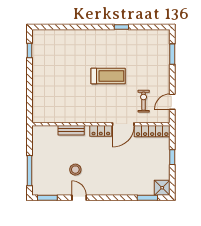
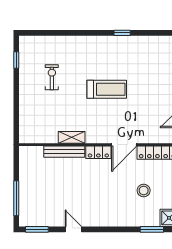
exercise bike: (144, 101) -> (52, 77), moved
shelving: (78, 118) -> (72, 137), added
bench: (71, 130) -> (64, 152), width x1.36
stool: (75, 170) -> (144, 190), moved

